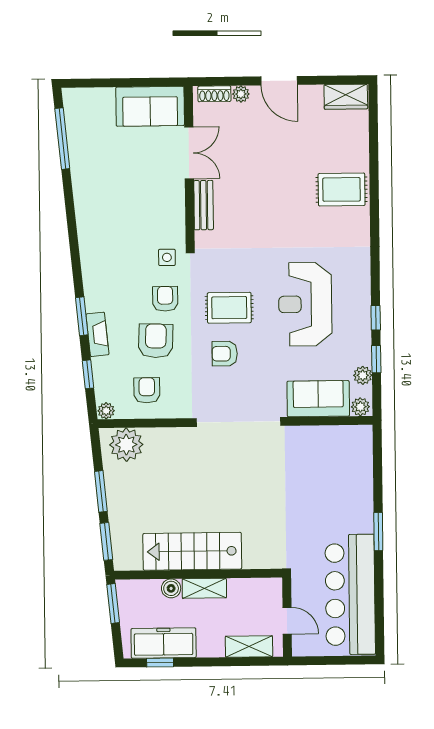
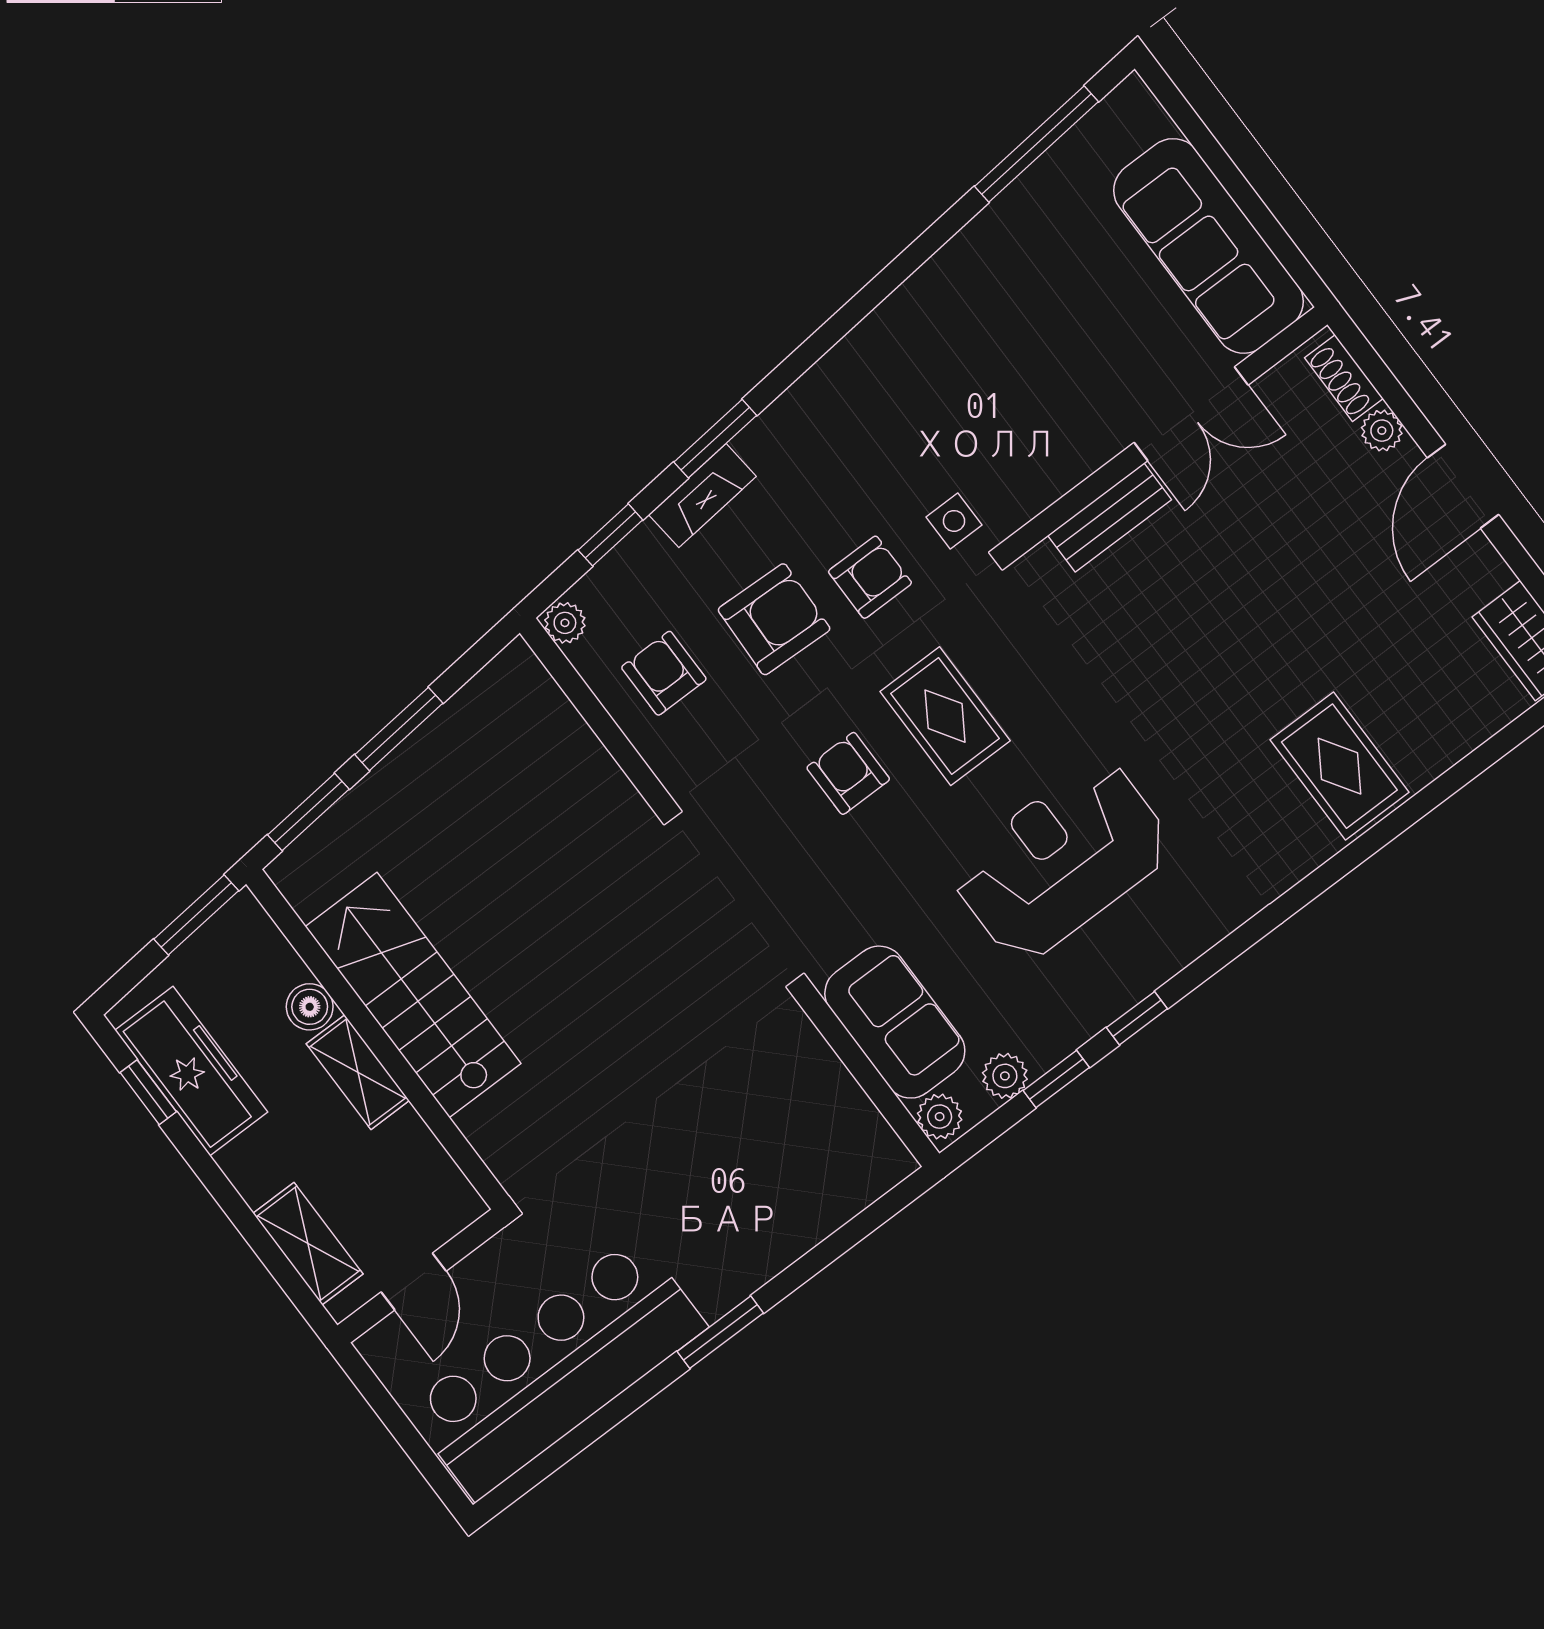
sofa: (150, 106) -> (1209, 246), width x1.36
armchair: (147, 390) -> (664, 673), turned -90
plant: (126, 445) -> (528, 711), removed

